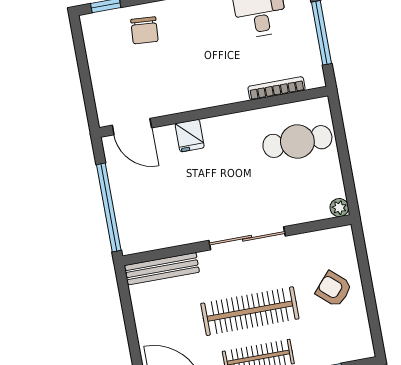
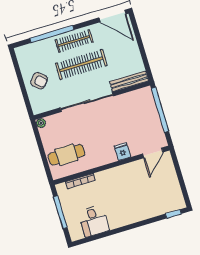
chair: (144, 30) -> (152, 203), removed
door: (132, 127) -> (153, 153), swing flipped
sliding door: (247, 238) -> (87, 102), width x1.36

